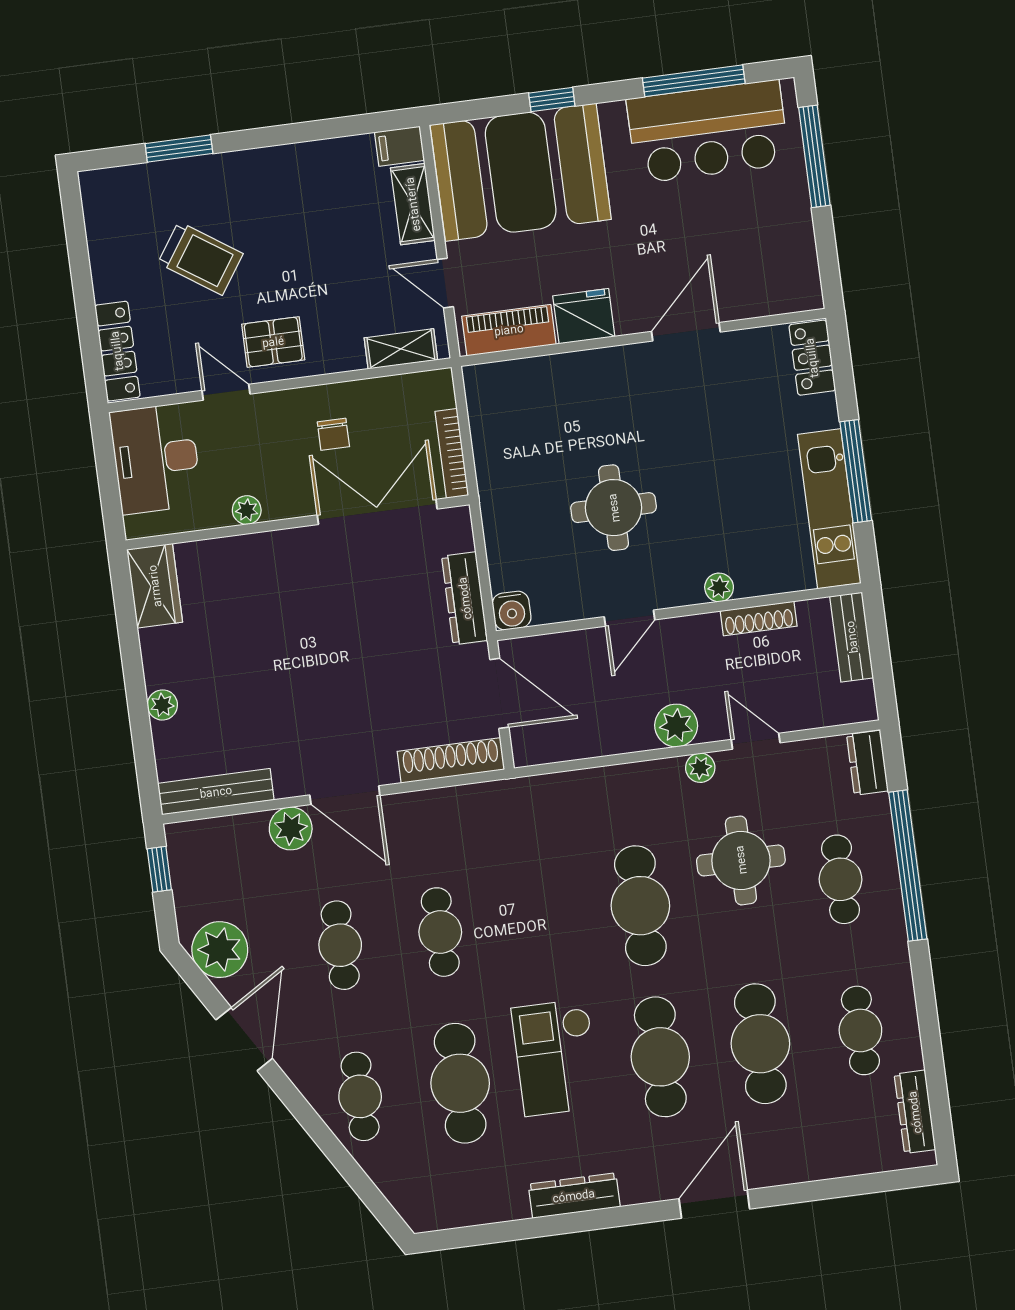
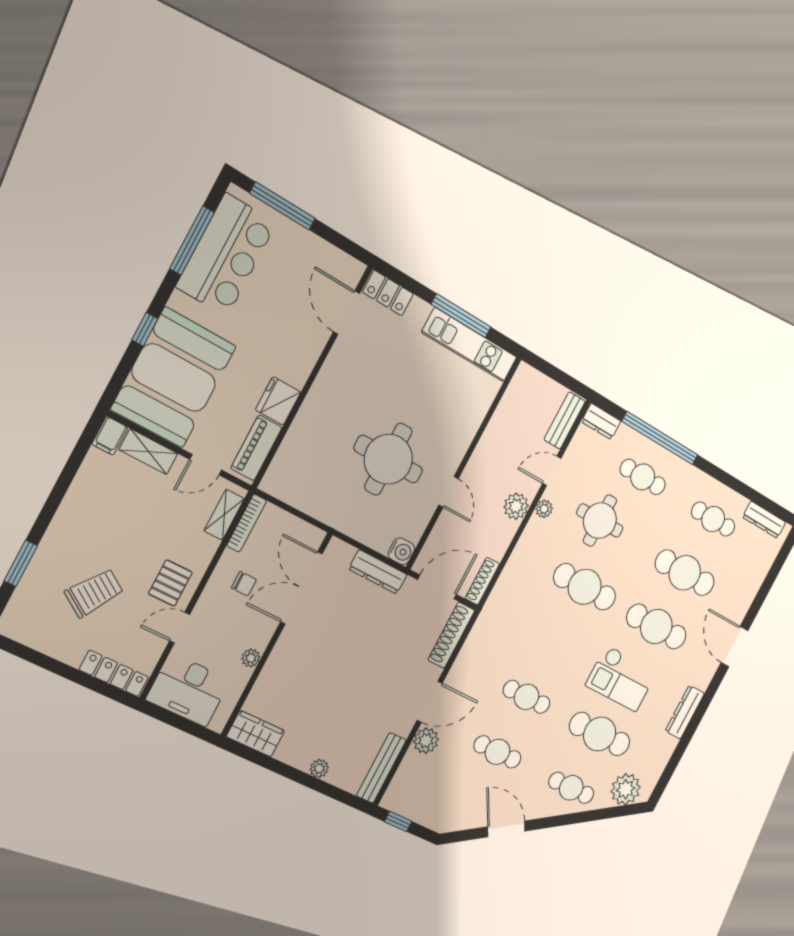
door: (686, 332) -> (346, 313), moved
bookcase: (452, 453) -> (247, 523), moved, turned -90
round table: (614, 508) -> (388, 459), width x1.36, depth x1.36
plant: (719, 587) -> (467, 433), removed
shoe rack: (759, 619) -> (482, 581), moved, turned 180
bench: (852, 637) -> (565, 420), moved, turned 90
plant: (220, 950) -> (626, 789), moved

